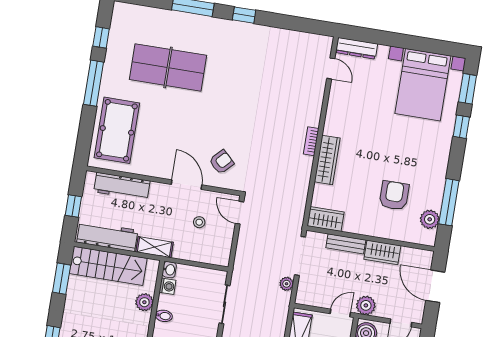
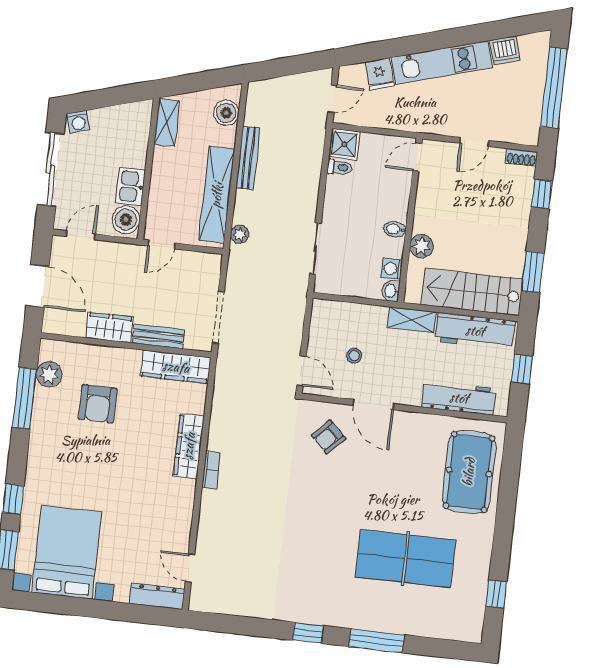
window: (94, 83) -> (503, 533), removed
wardrobe: (326, 219) -> (176, 367), width x1.50
plant: (287, 284) -> (240, 234), moved
plant: (366, 305) -> (128, 256), removed

